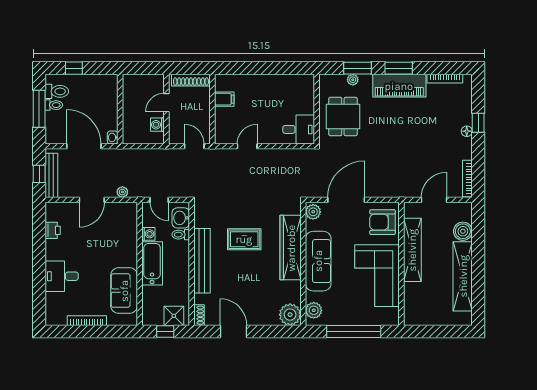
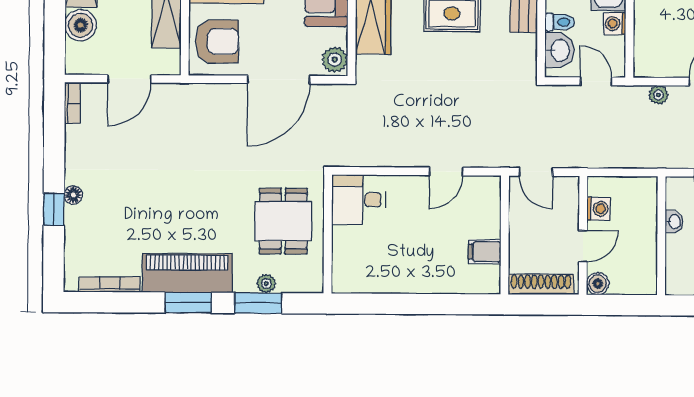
boiler: (158, 81) -> (598, 284), added
washbasin: (113, 137) -> (674, 222), moved
bookcase: (467, 179) -> (72, 103), width x0.64

